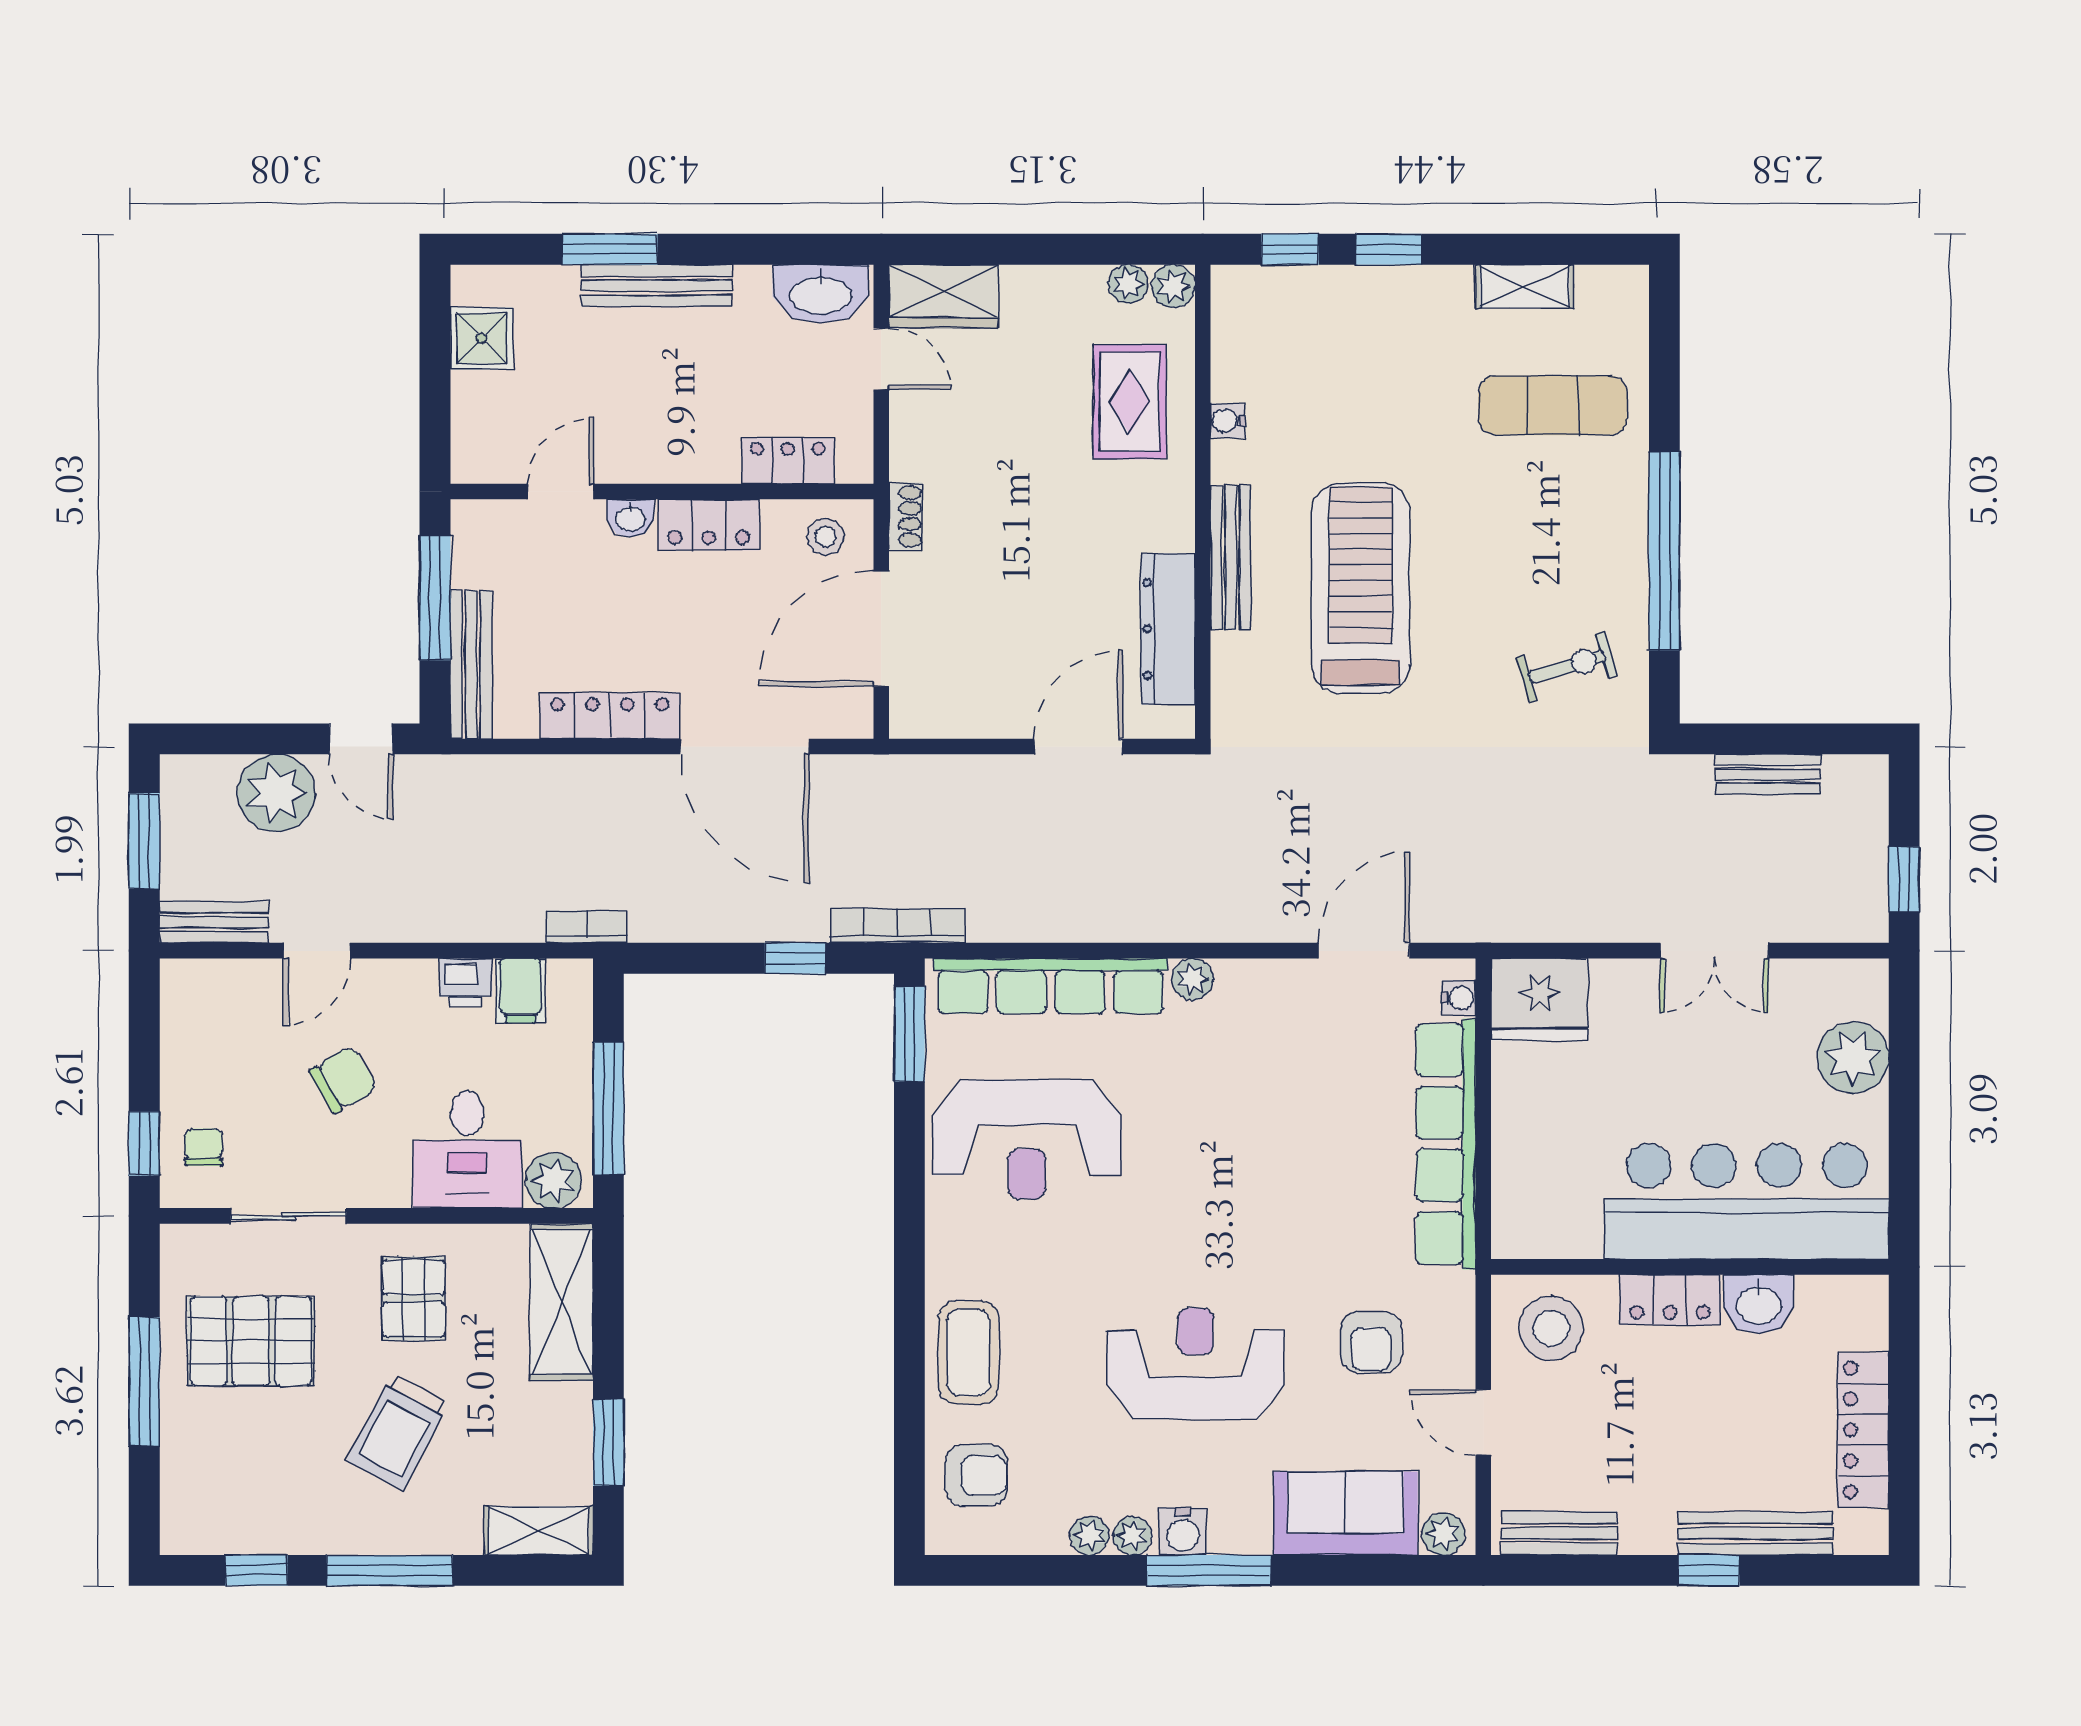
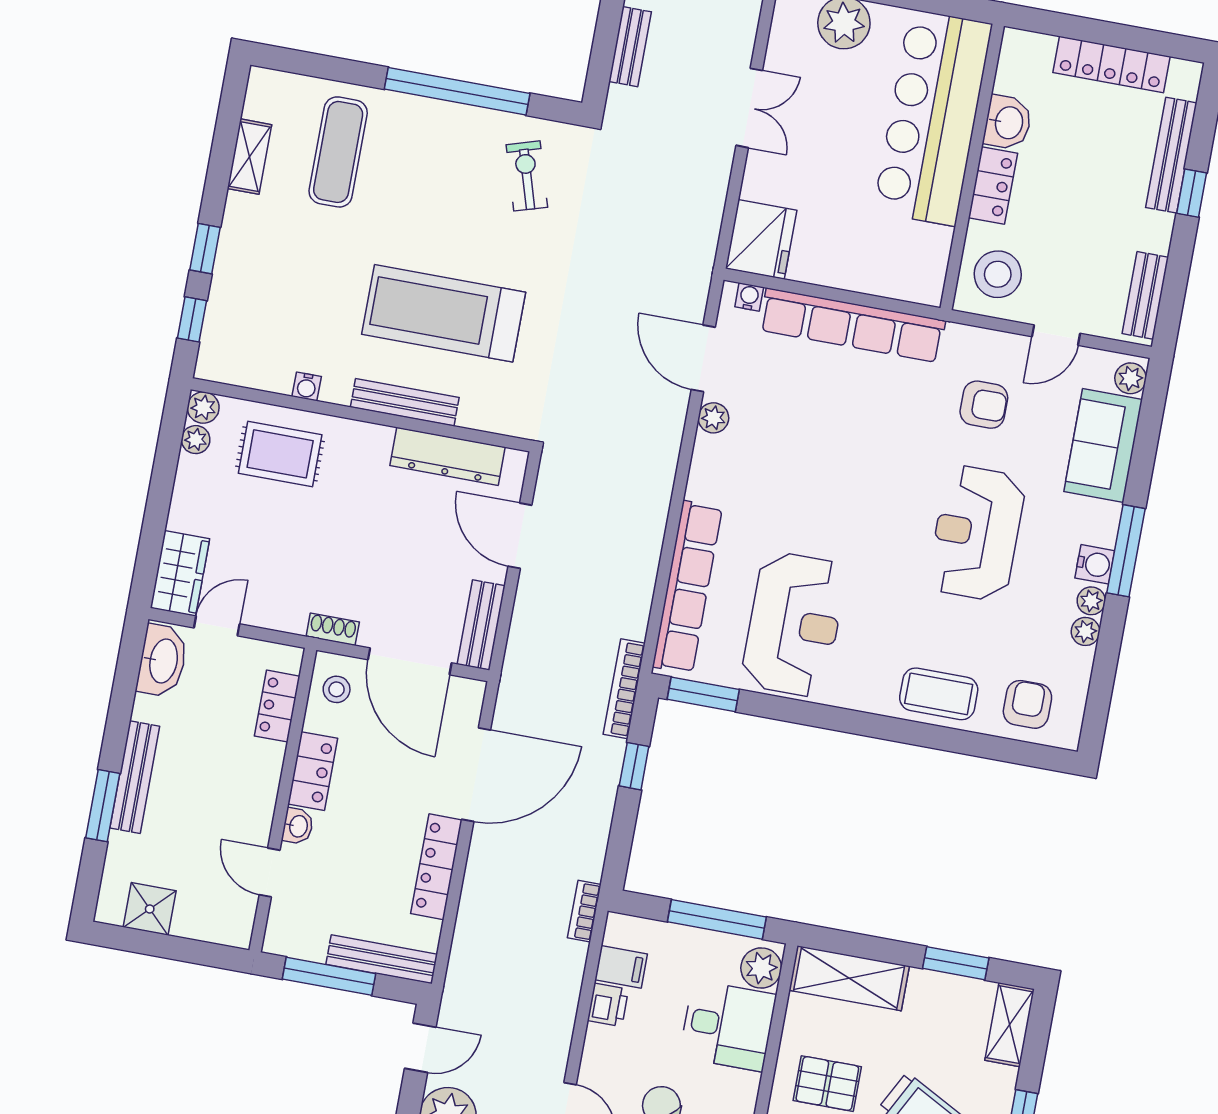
bench: (948, 716) -> (481, 625), added
plant: (1192, 979) -> (713, 418), moved

